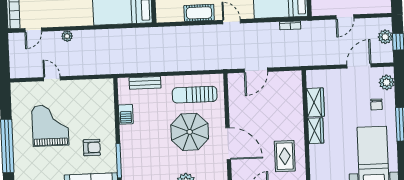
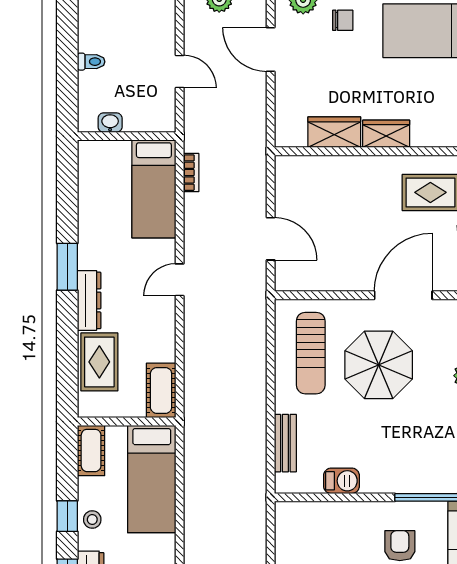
cot: (199, 13) -> (161, 390), moved

